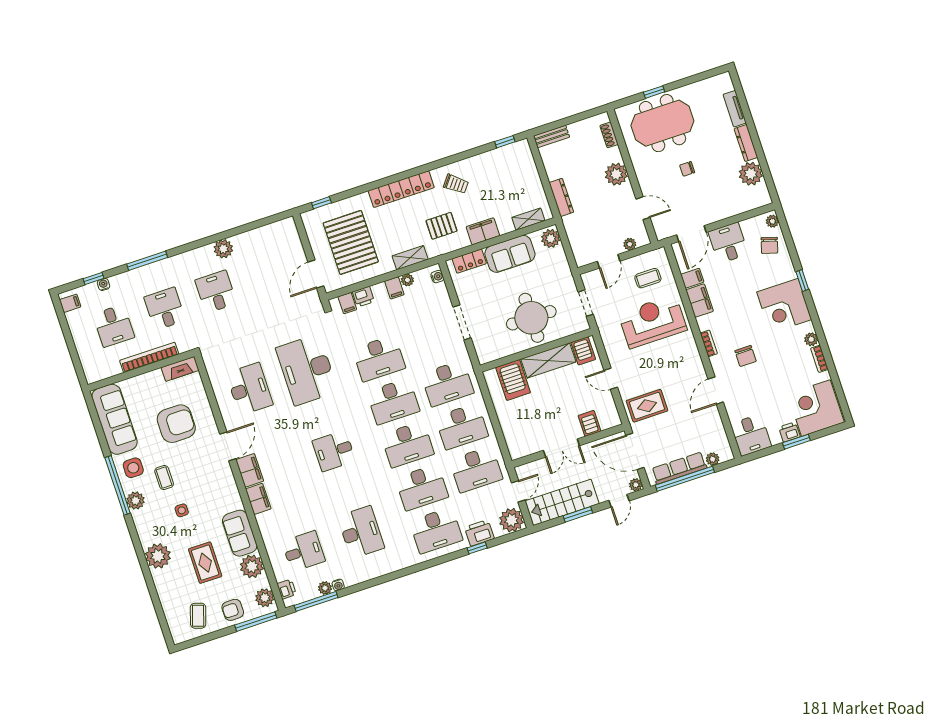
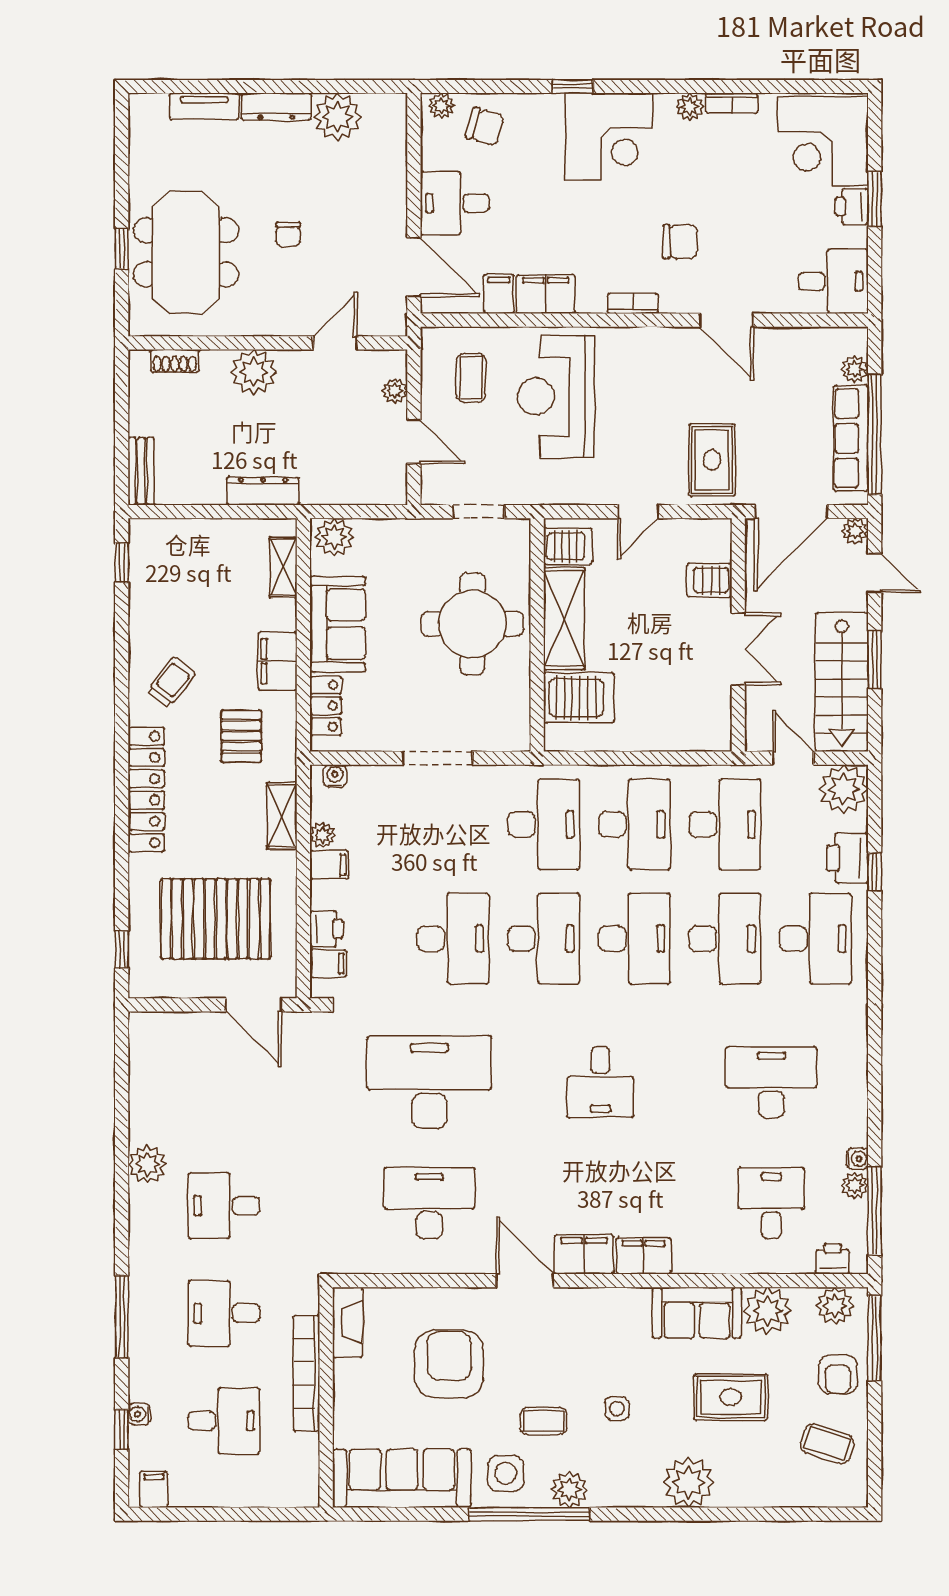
desk: (307, 370) -> (429, 1082), turned 180

